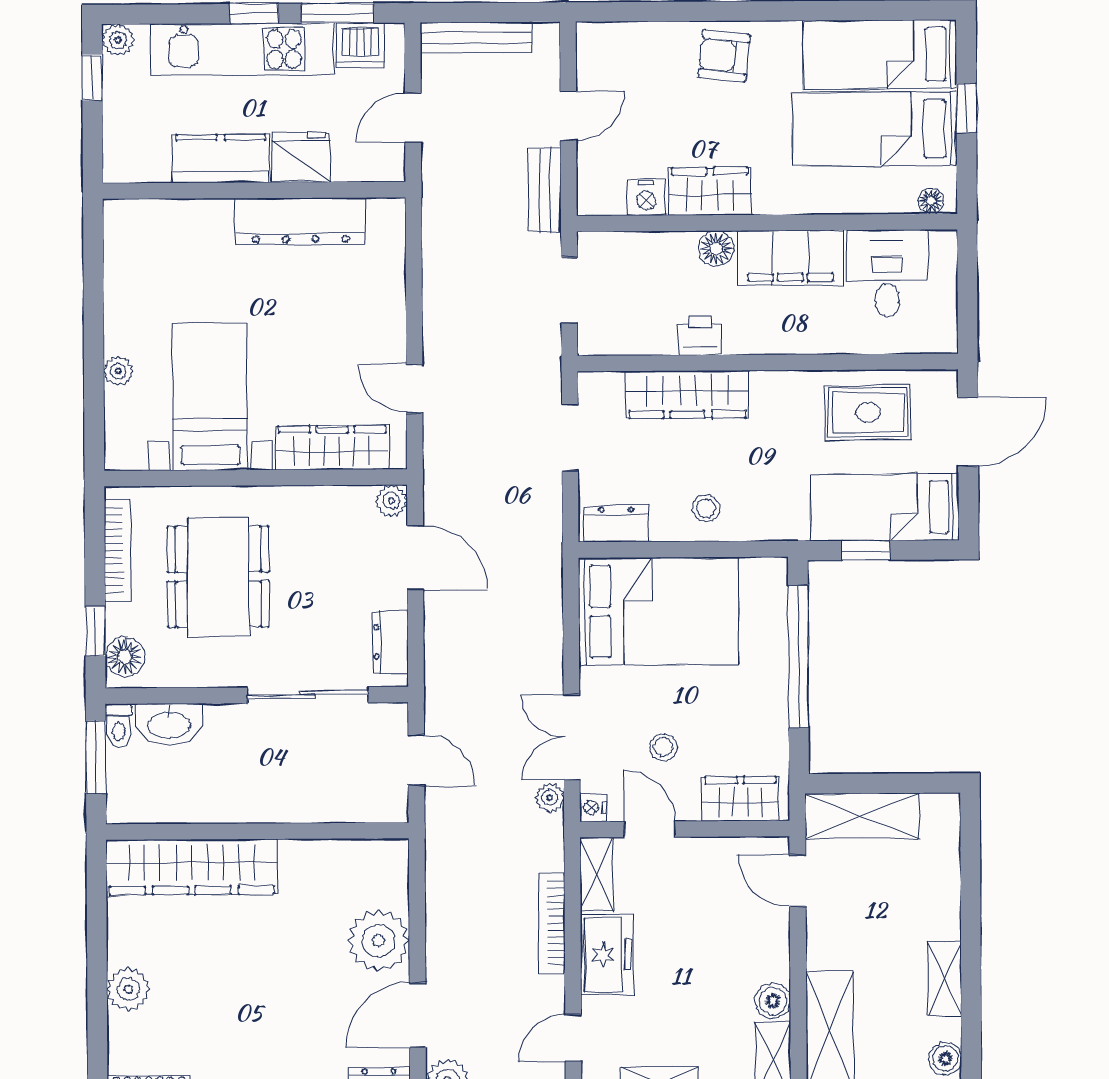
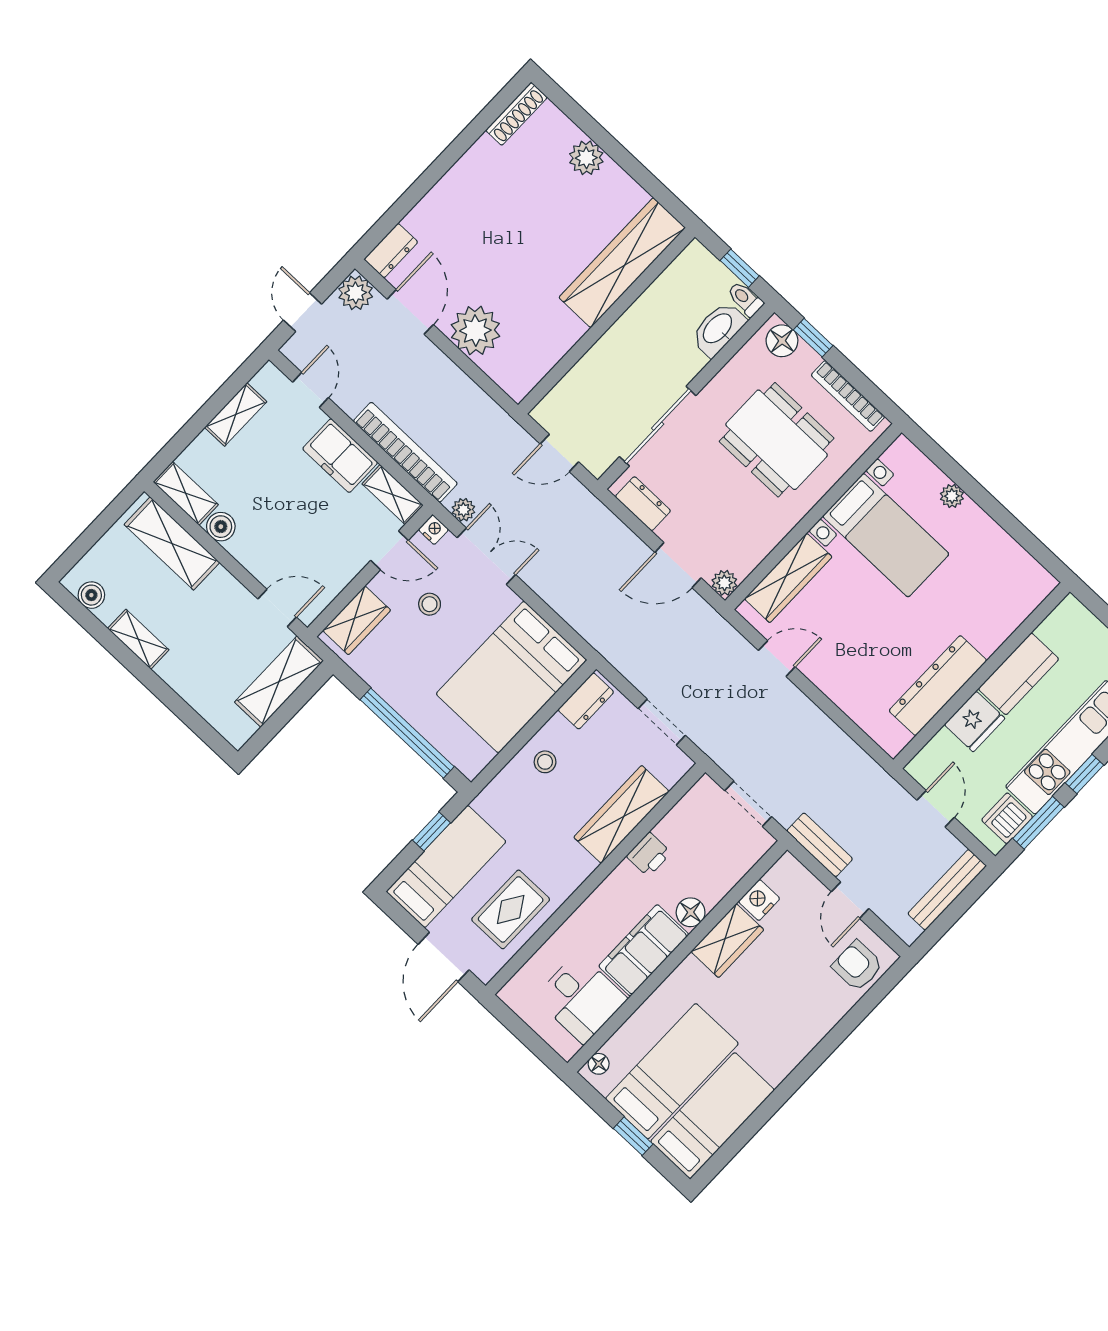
armchair: (724, 56) -> (857, 966), moved, turned -97
window: (96, 757) -> (740, 268), width x0.67
bookcase: (552, 923) -> (405, 452), width x1.48, depth x1.31

